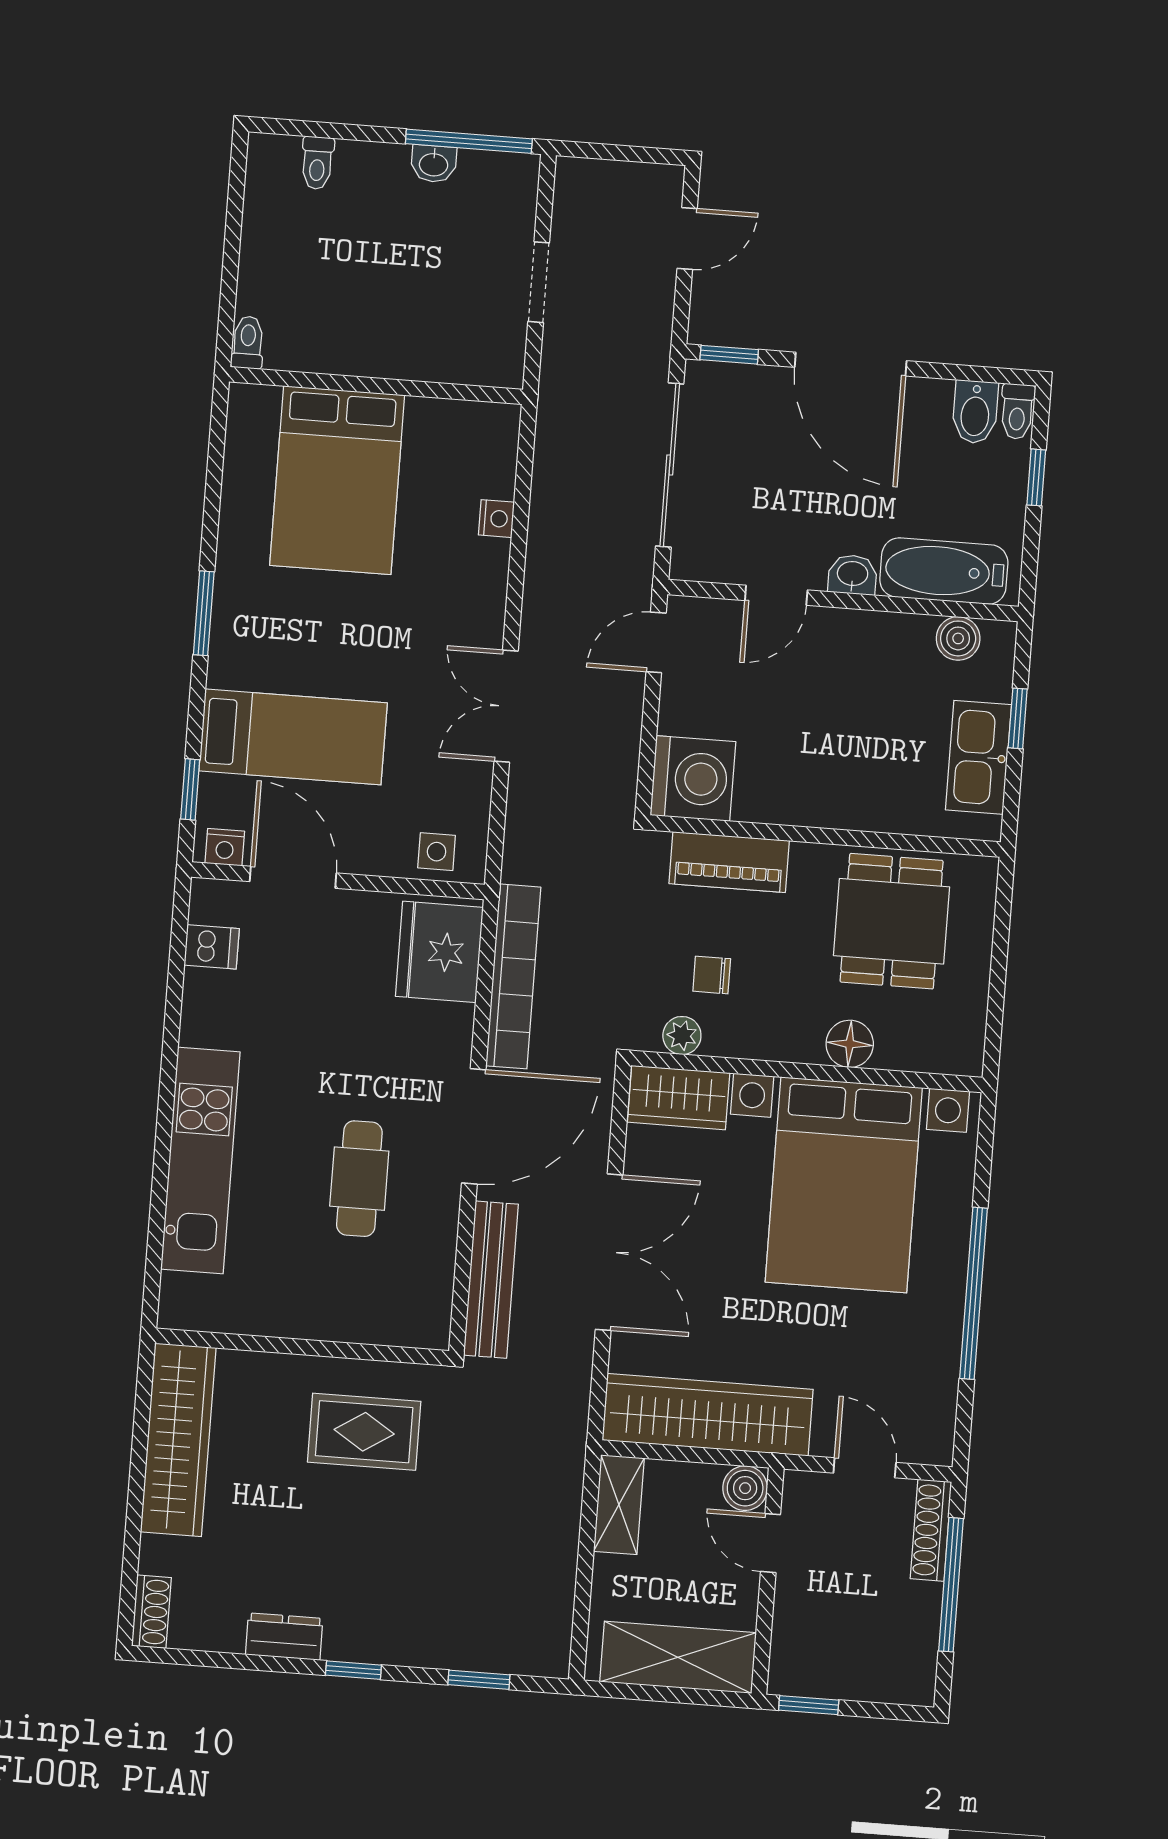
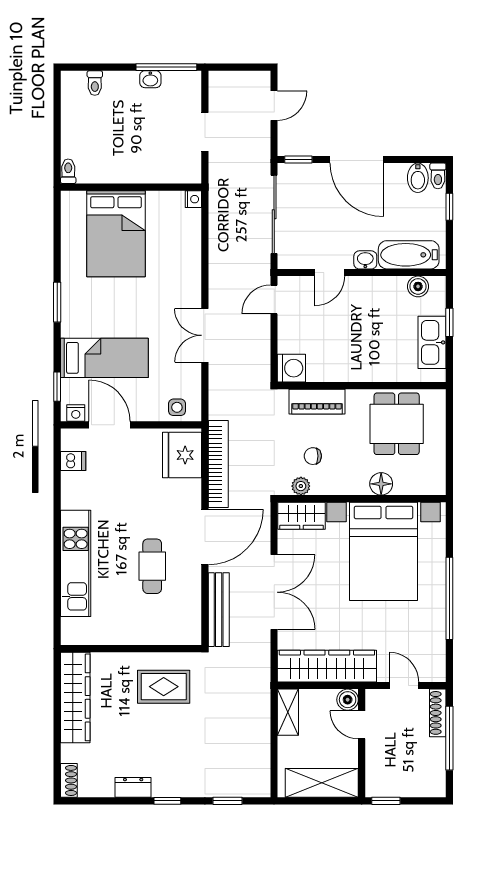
nightstand: (496, 519) -> (193, 199), moved
washing machine: (693, 778) -> (291, 368), width x0.73, depth x0.73

